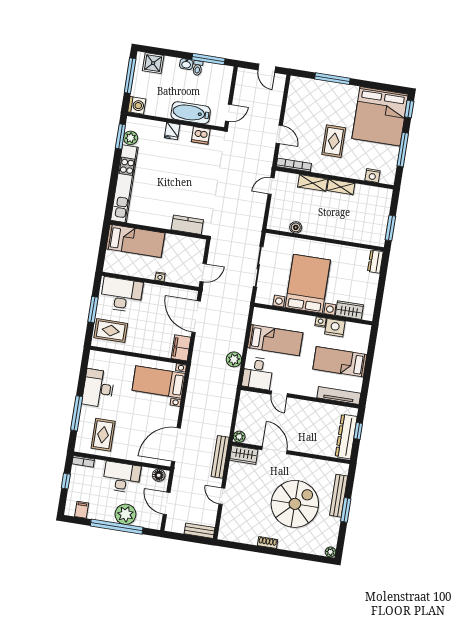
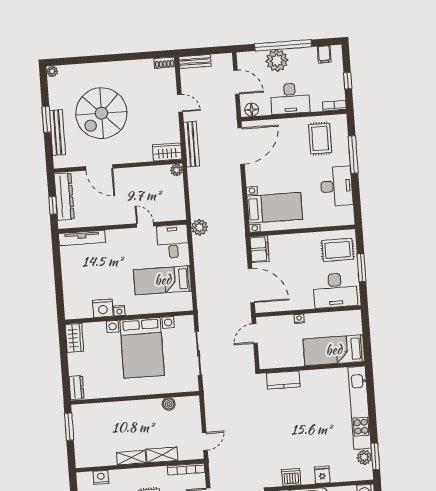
wardrobe: (349, 310) -> (74, 338), moved, turned -90
plant: (234, 359) -> (199, 227), moved
bed: (340, 362) -> (89, 274), removed
door: (274, 450) -> (99, 167), moved
shoe rack: (268, 542) -> (165, 63), moved

